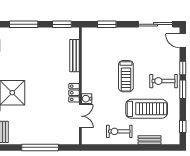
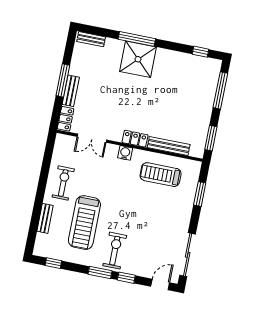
treadmill: (126, 76) -> (161, 175), moved
locker: (74, 93) -> (135, 139), moved
water cooler: (87, 99) -> (125, 153), moved
locker: (69, 139) -> (66, 119), added
bench: (47, 140) -> (71, 91), added
window: (40, 147) -> (63, 80), width x0.68

